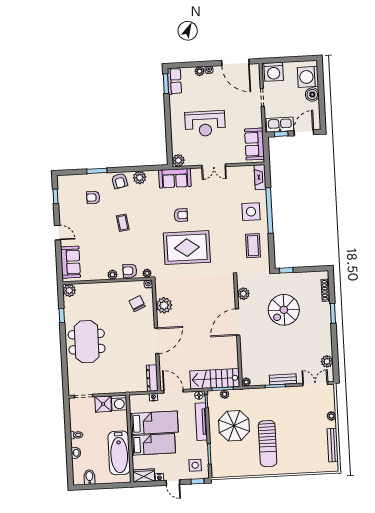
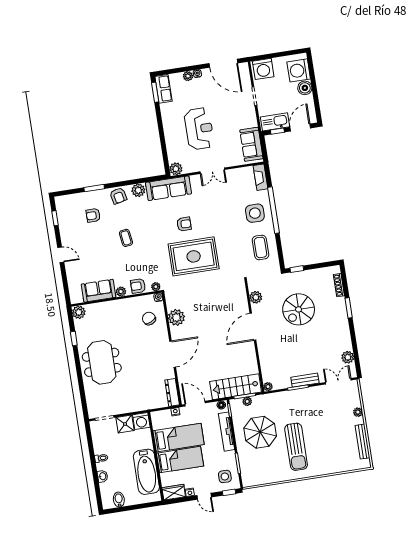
reception desk: (205, 124) -> (199, 129), turned -90
sofa: (175, 178) -> (168, 188), width x1.36
sofa: (70, 262) -> (99, 291), moved, turned -90

